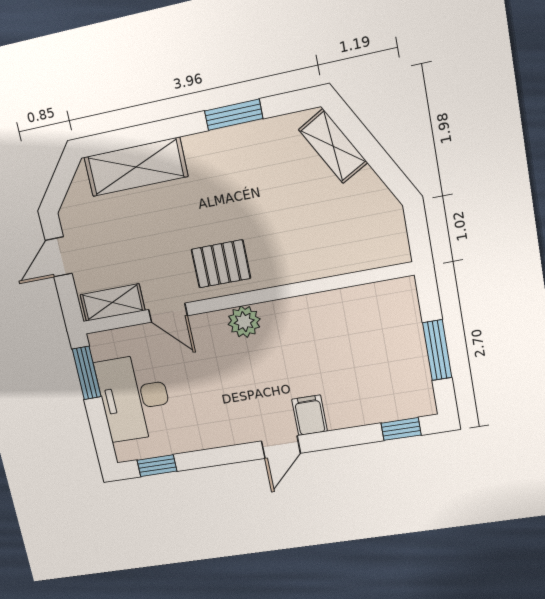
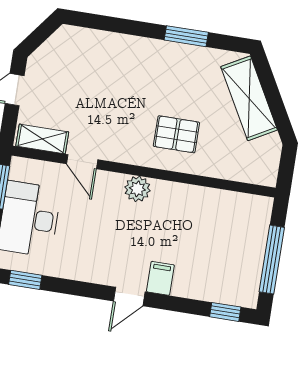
shelving: (333, 146) -> (249, 98), width x1.50, depth x1.33
shelving: (136, 167) -> (101, 46), removed
pallet: (221, 264) -> (176, 134), moved
window: (437, 350) -> (272, 260), width x1.44

